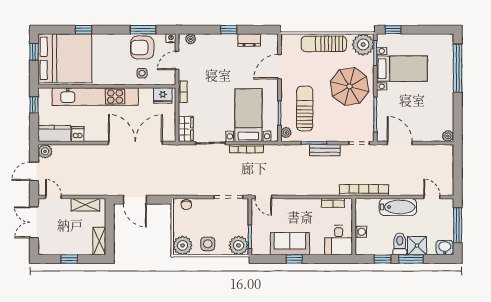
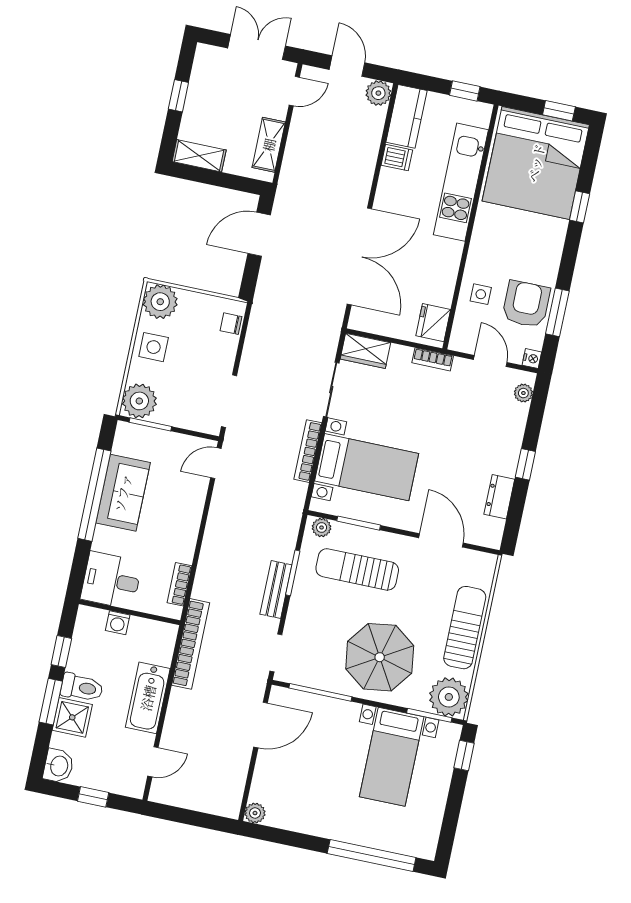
kitchen unit: (95, 97) -> (461, 182), width x0.73
sun lounger: (305, 109) -> (357, 569), turned 180
window: (458, 225) -> (93, 797), width x0.46
window: (294, 259) -> (94, 495), width x3.17

